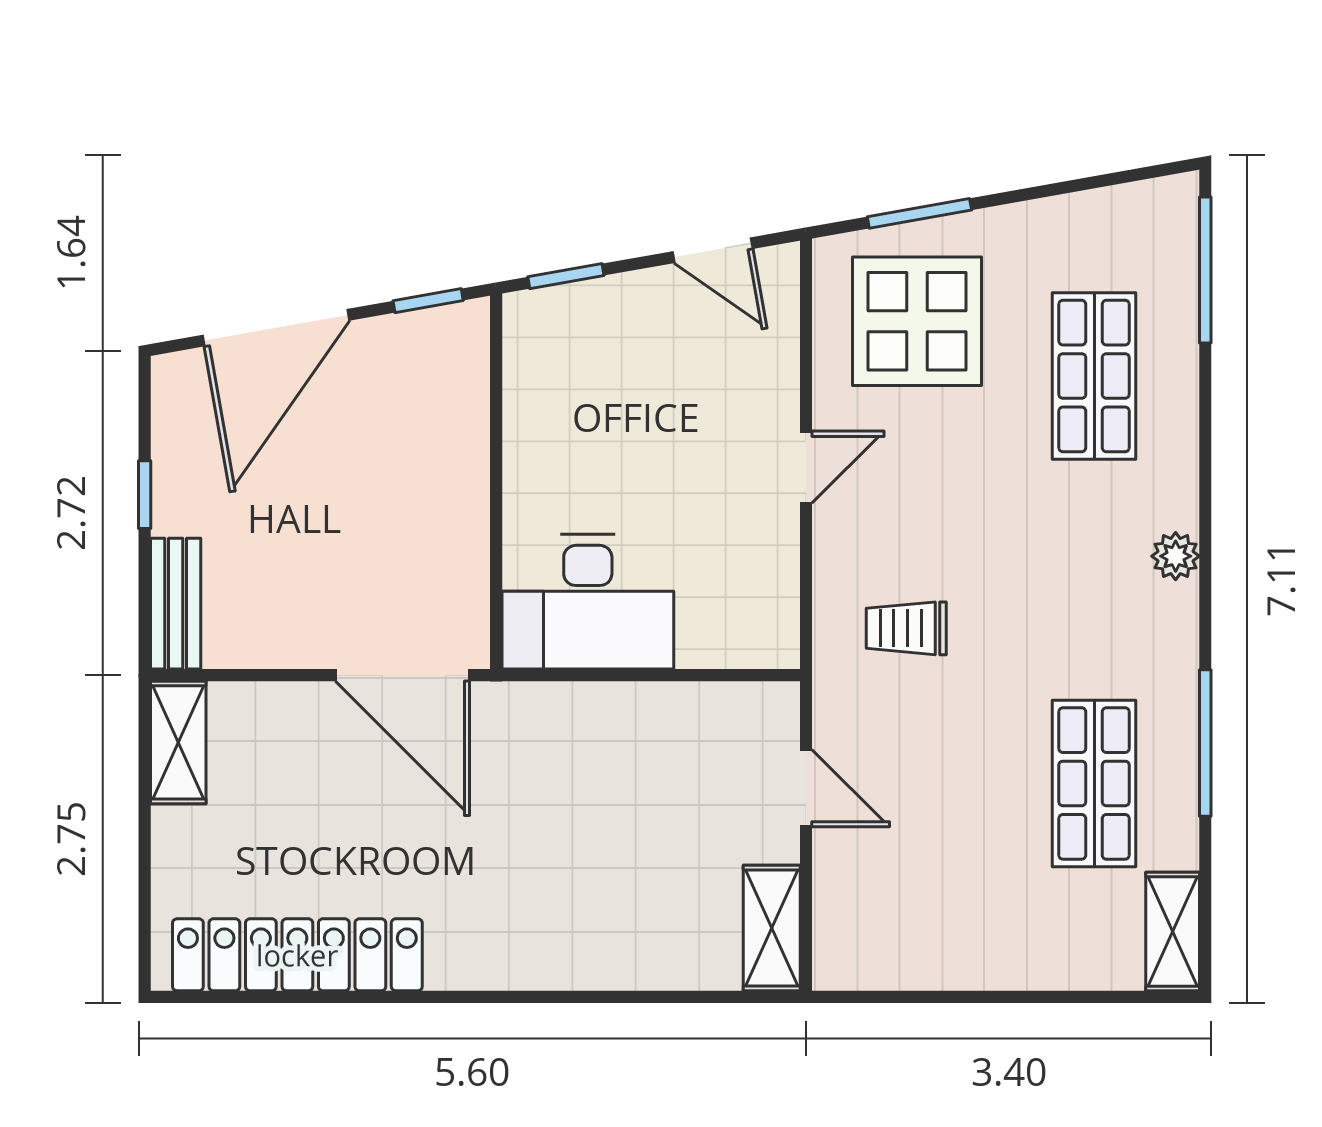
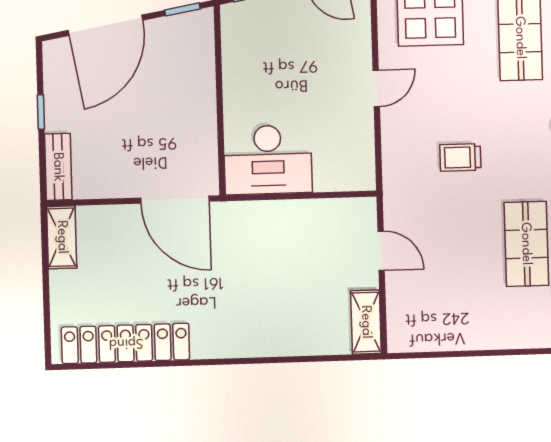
trolley: (906, 628) -> (460, 157), moved

